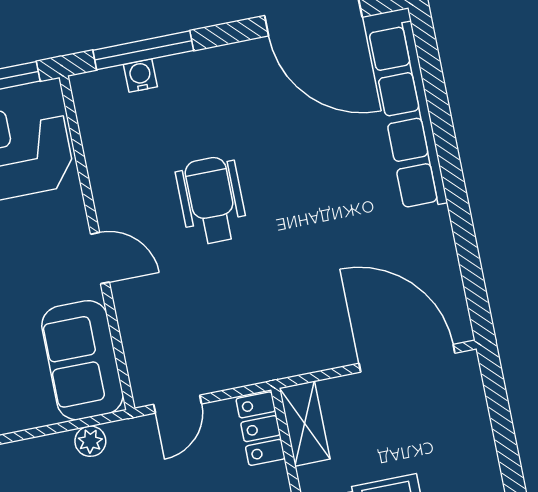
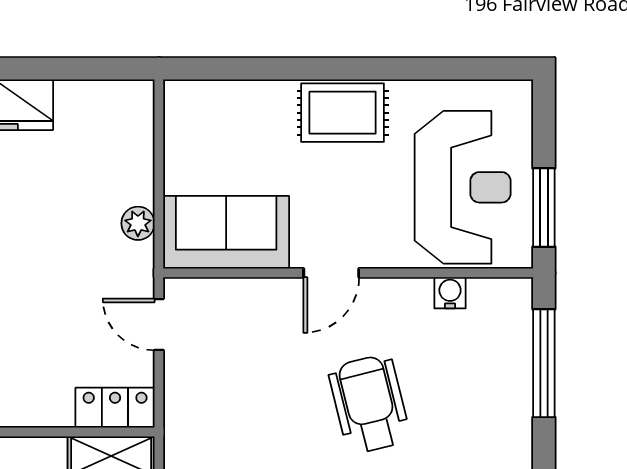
water cooler: (140, 76) -> (450, 293), moved, turned -90
wheelchair: (212, 200) -> (369, 404), turned -104

